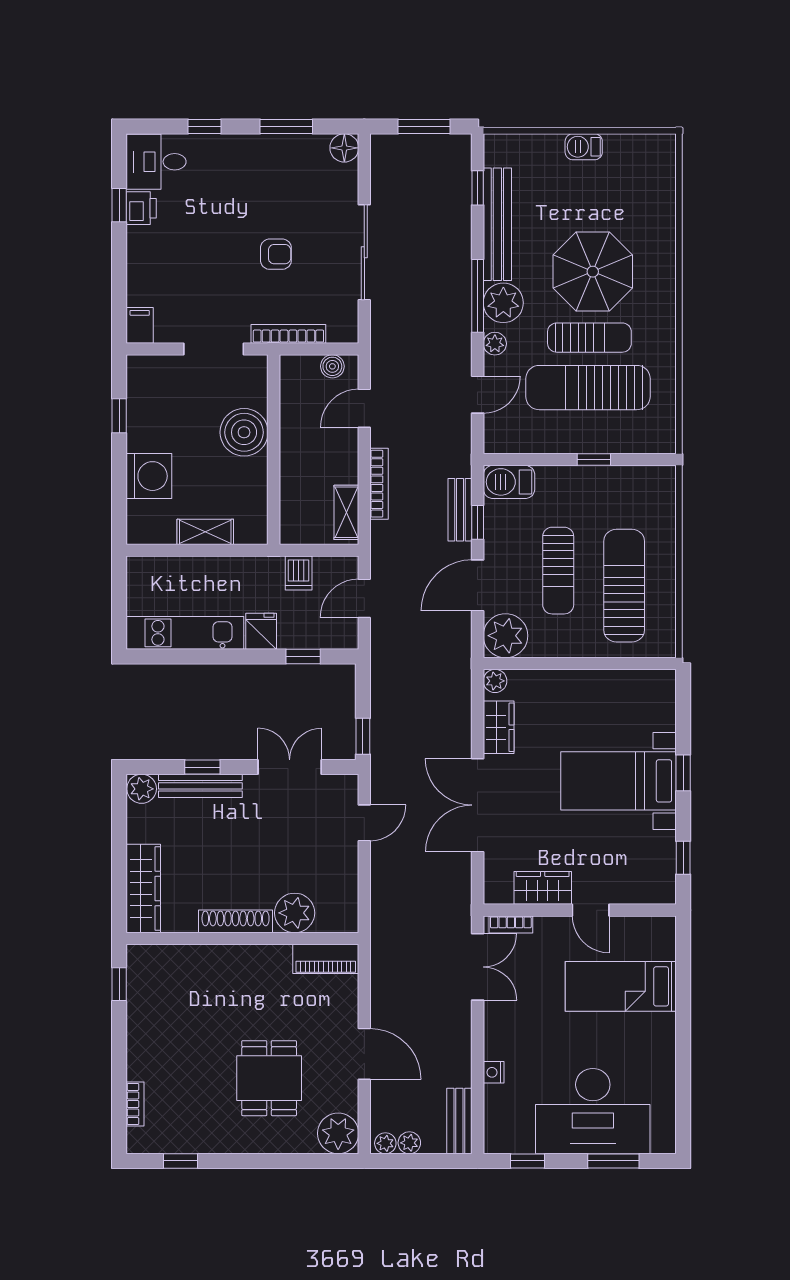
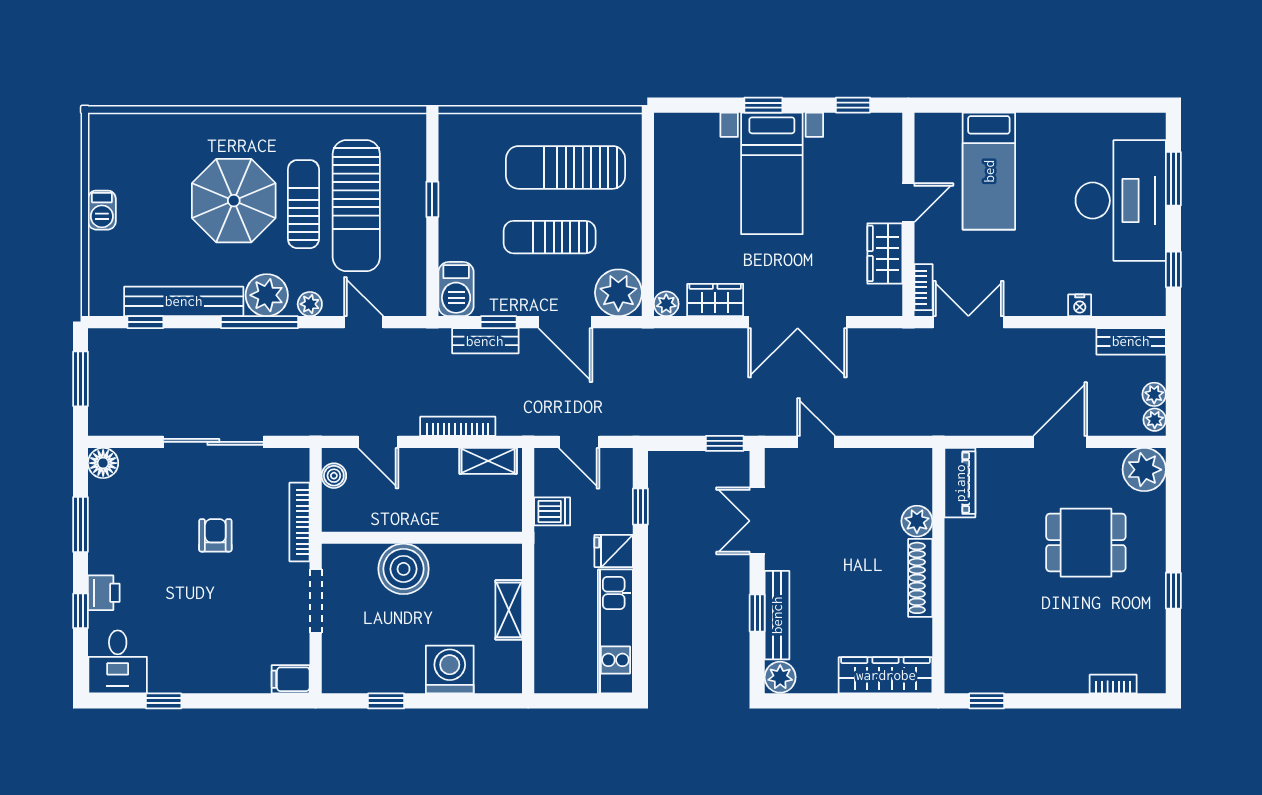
printer: (141, 208) -> (104, 593), moved, turned 90
sun lounger: (558, 571) -> (550, 237), turned 180
plant: (295, 913) -> (917, 521), width x0.73, depth x0.73
window: (181, 1161) -> (1173, 591), moved

